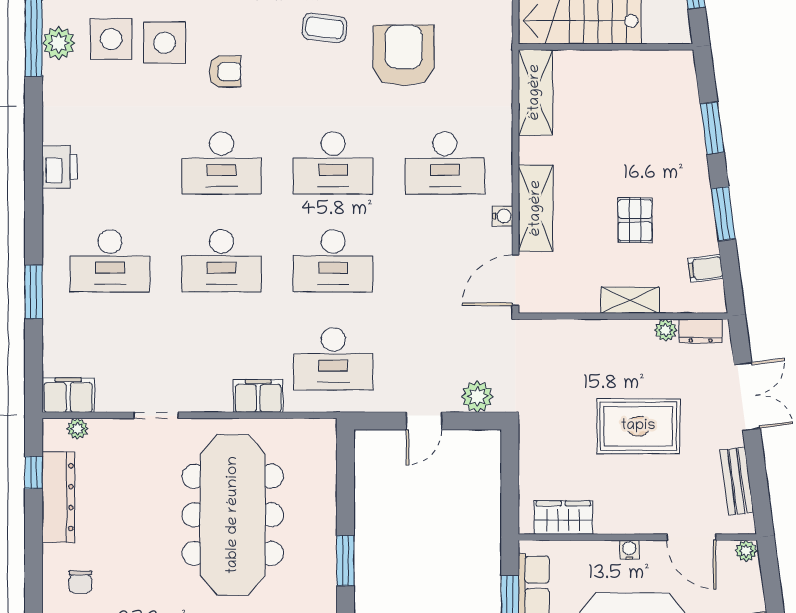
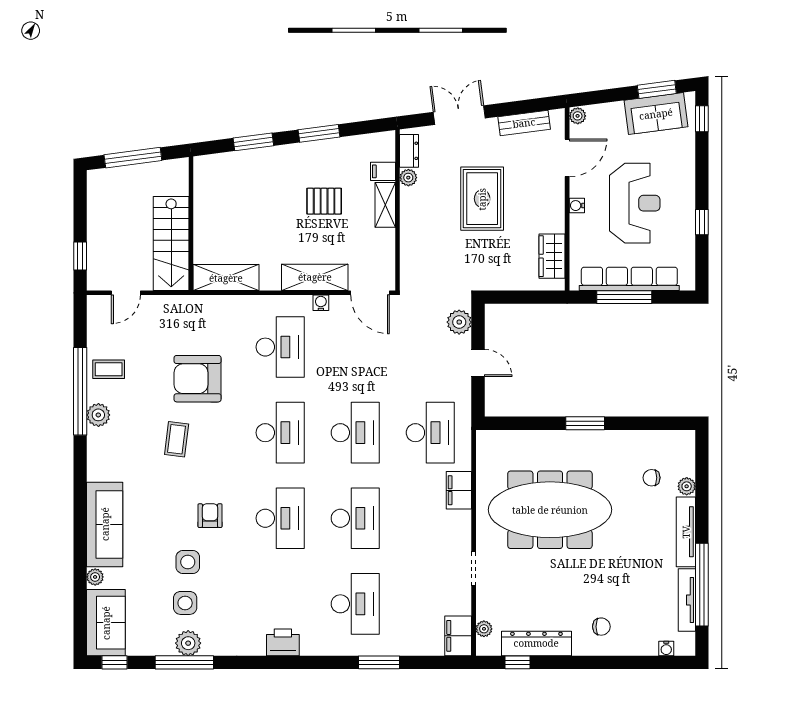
side table: (111, 39) -> (185, 603), width x0.73, depth x0.73
side table: (164, 43) -> (188, 562), width x0.73, depth x0.73
filing cabinet: (706, 268) -> (383, 171), moved, turned 97

